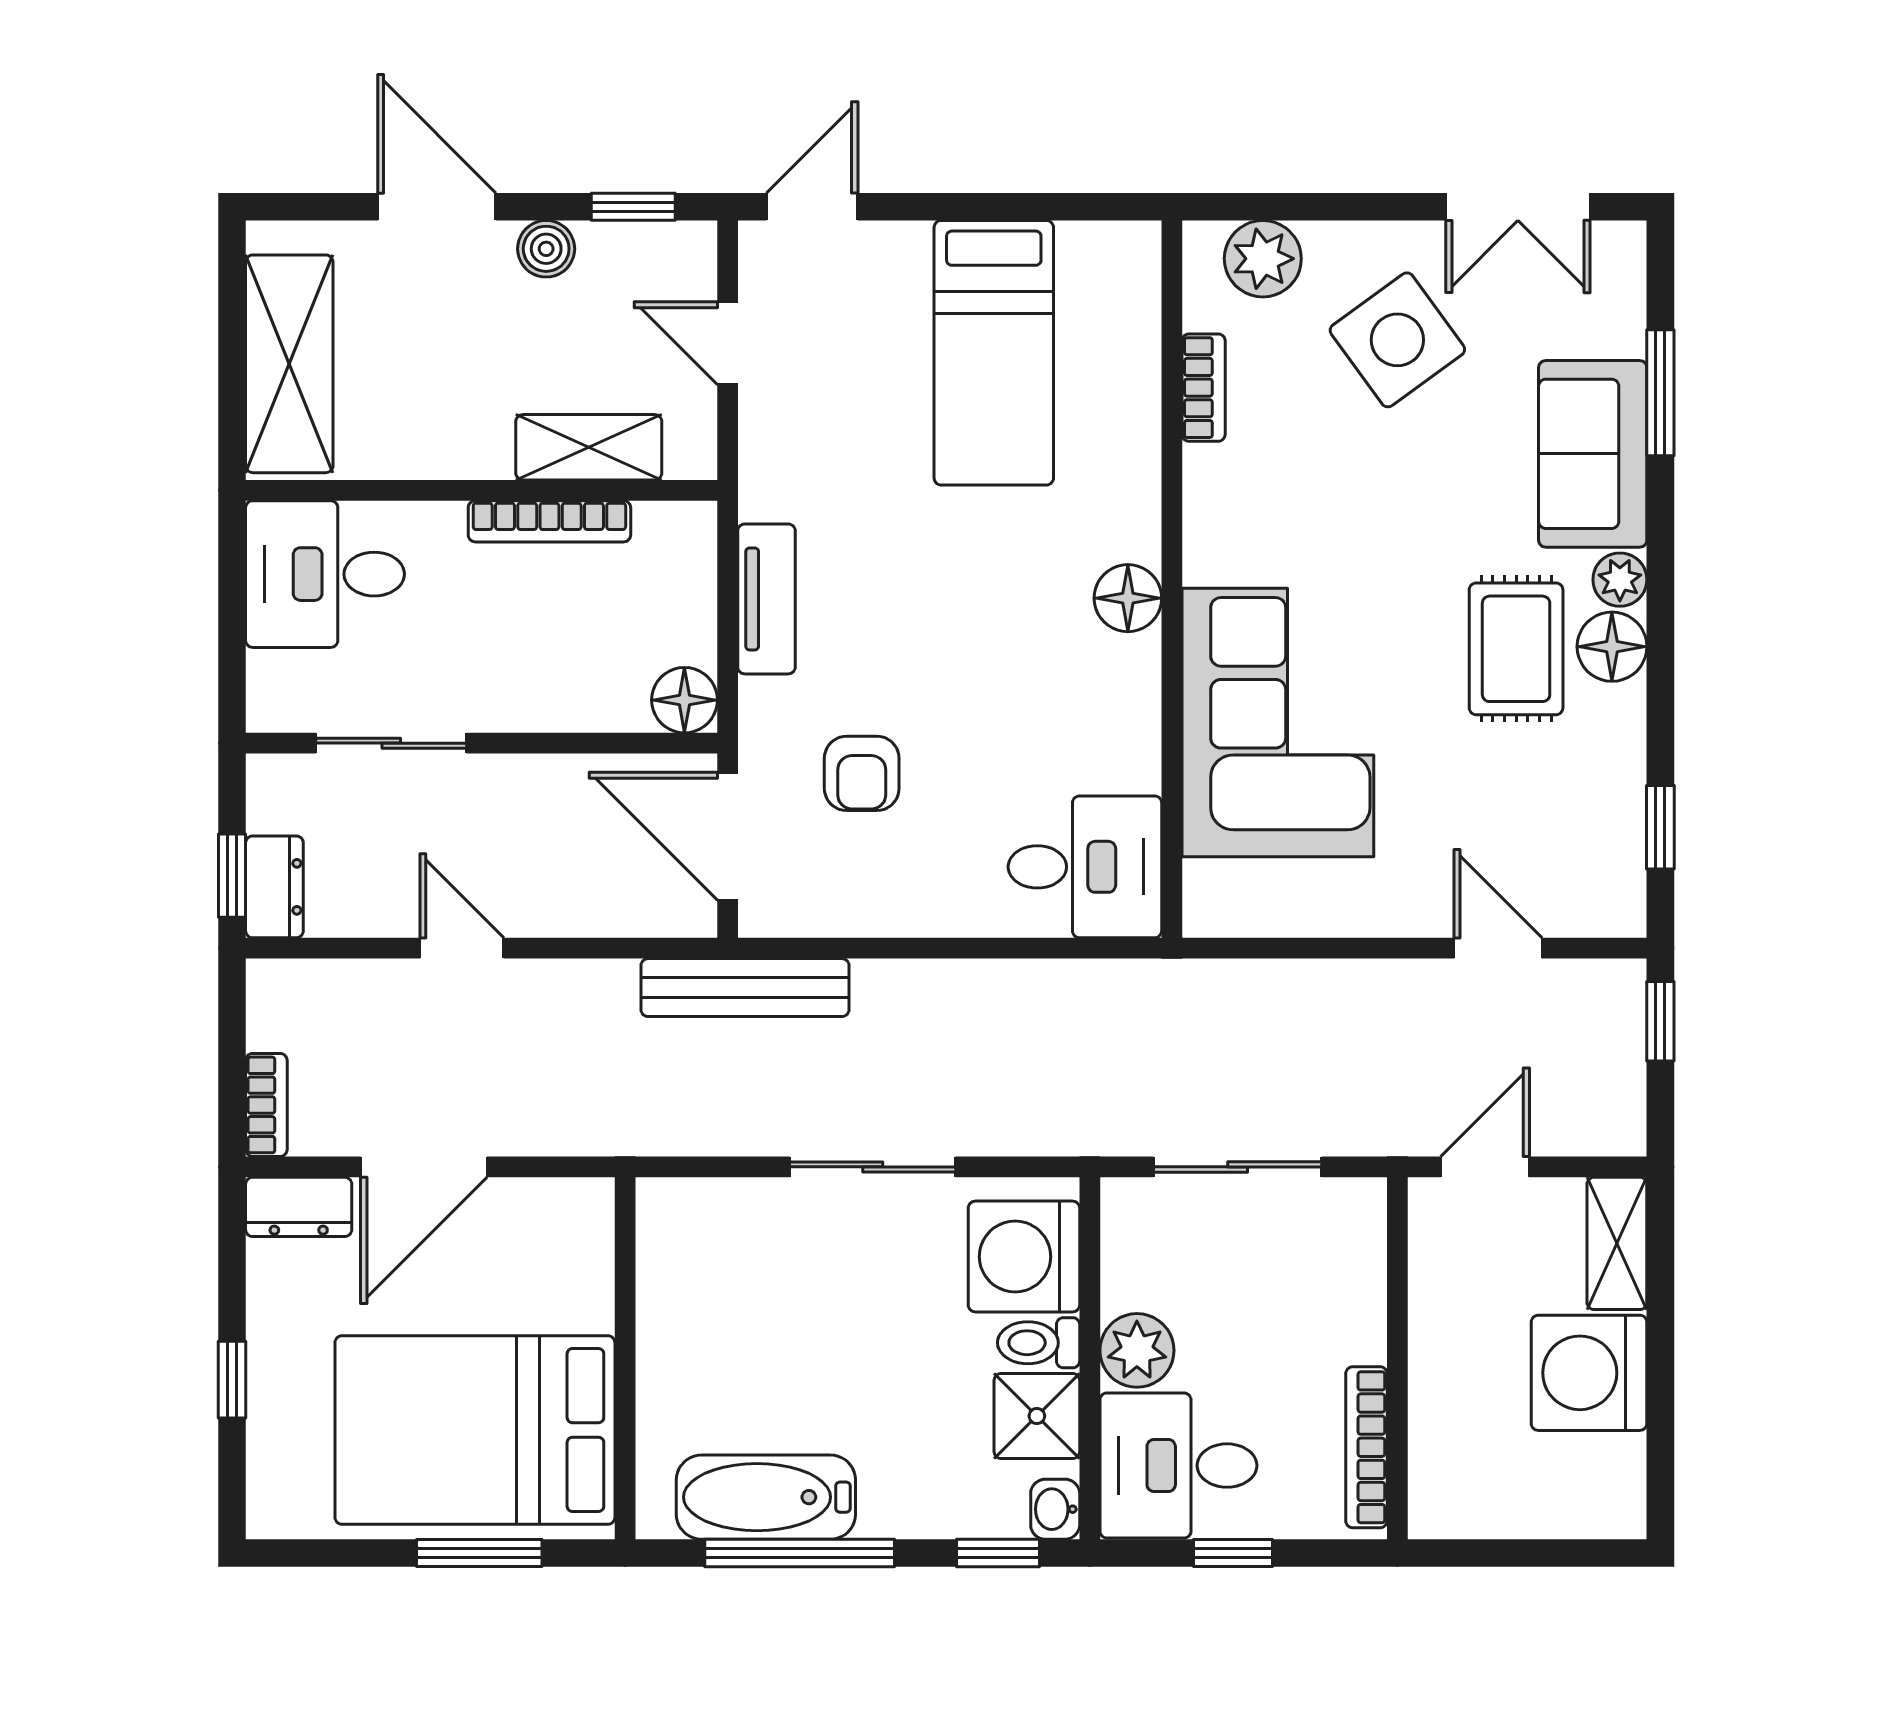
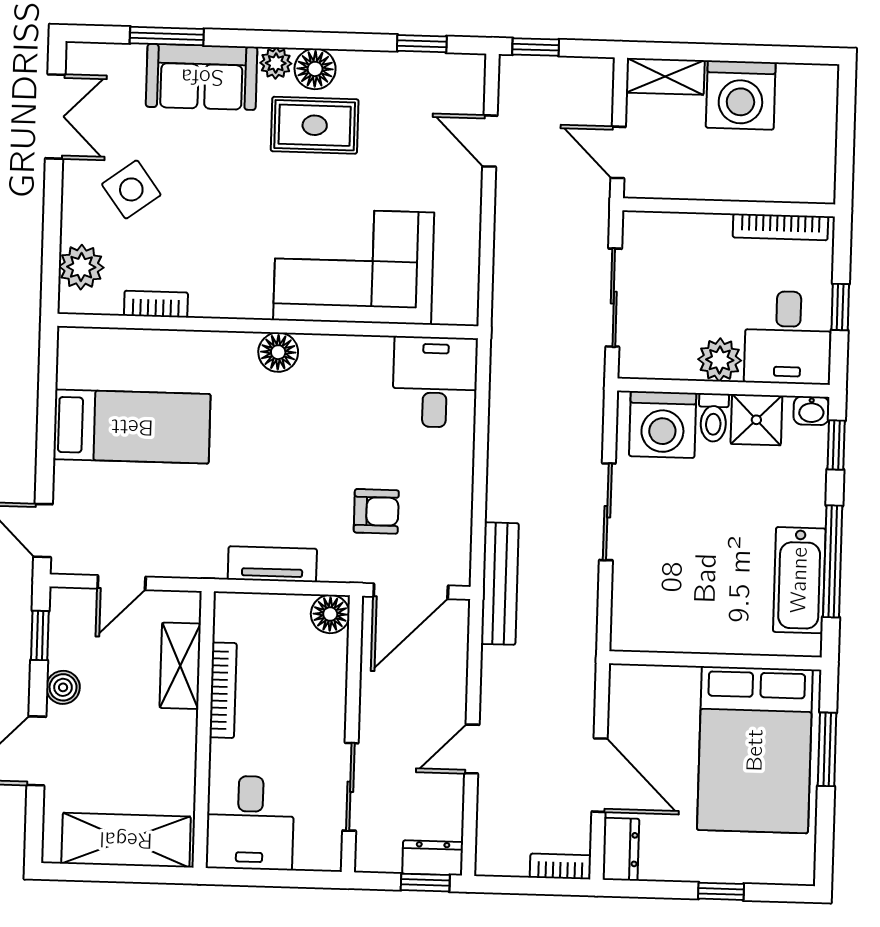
side table: (1397, 340) -> (131, 189), width x0.73, depth x0.73
door: (1498, 948) -> (490, 141), hinge flipped

